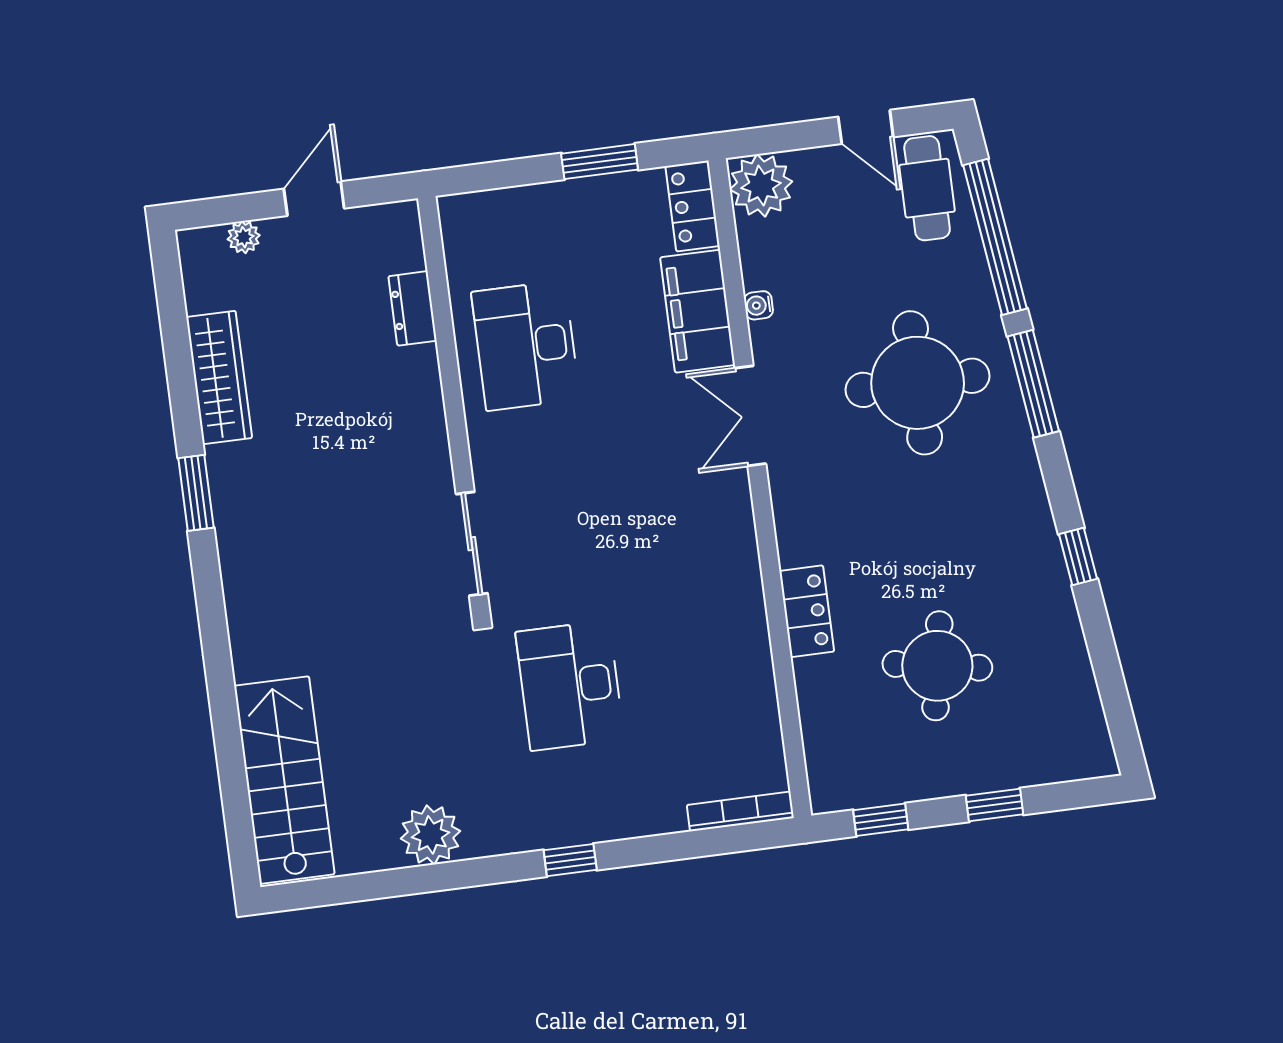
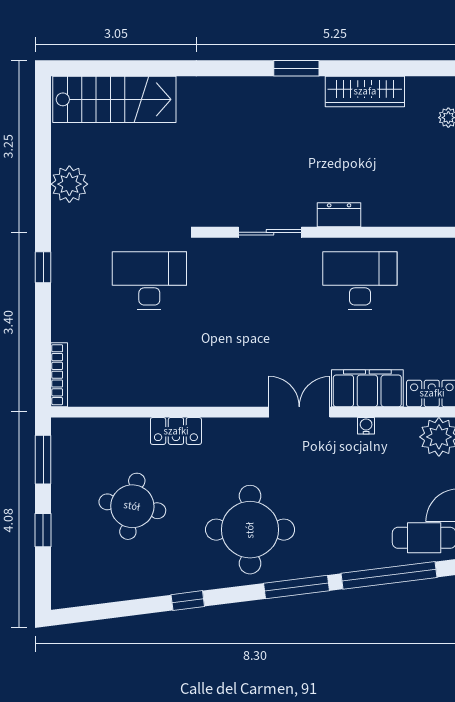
dresser: (413, 308) -> (339, 215), moved
round table: (918, 383) -> (250, 530), moved
sliding door: (472, 544) -> (270, 232), moved
window: (881, 820) -> (43, 460), width x1.50

